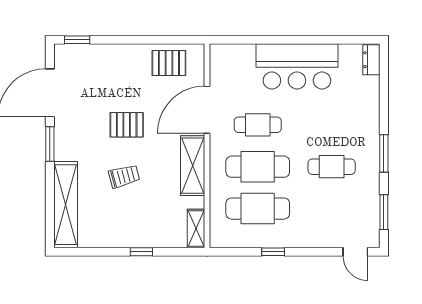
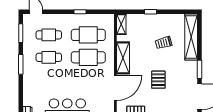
pallet: (127, 125) -> (158, 80), turned 90
cafe table: (258, 125) -> (49, 35), moved
trolley: (124, 176) -> (164, 43), moved

